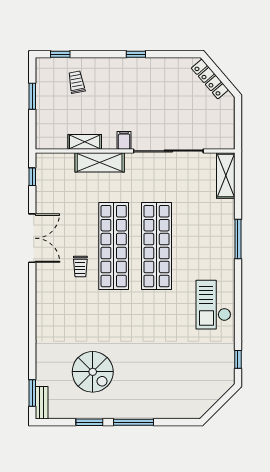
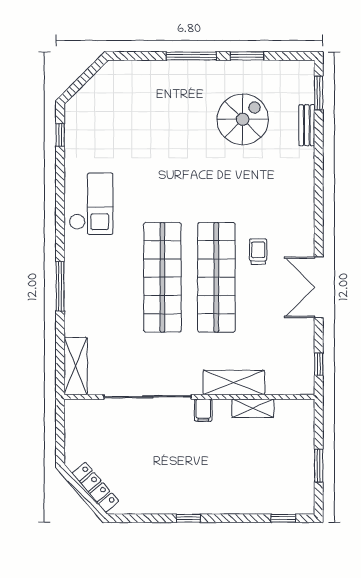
trolley: (76, 82) -> (263, 483), removed
spiral stairs: (93, 372) -> (243, 119), turned 90
bench: (42, 403) -> (307, 125), moved

